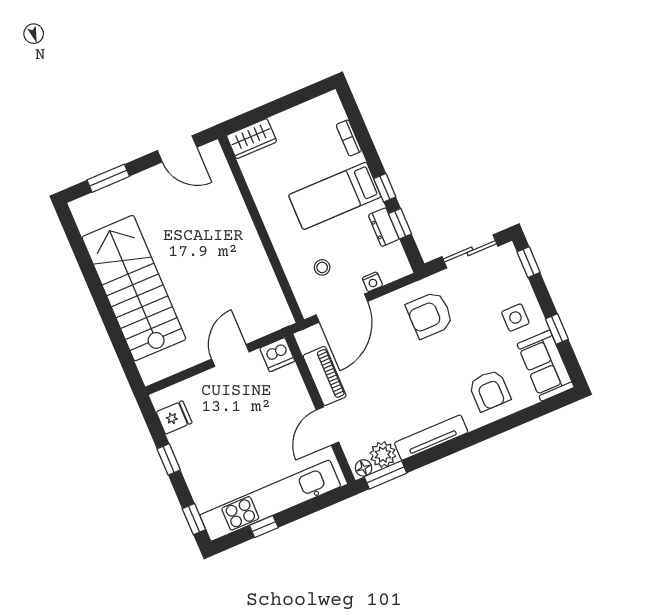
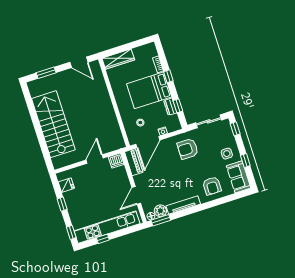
wardrobe: (252, 139) -> (118, 59), width x1.50
window: (385, 188) -> (168, 76), moved
bed: (335, 196) -> (149, 90), width x1.50
piano: (325, 376) -> (134, 162), moved

